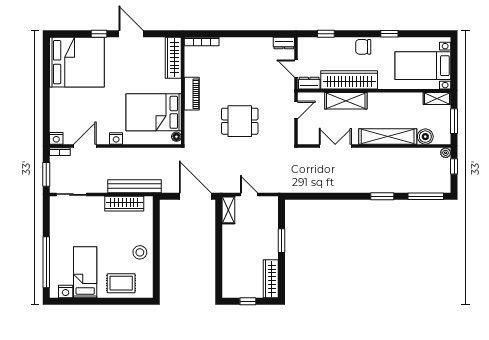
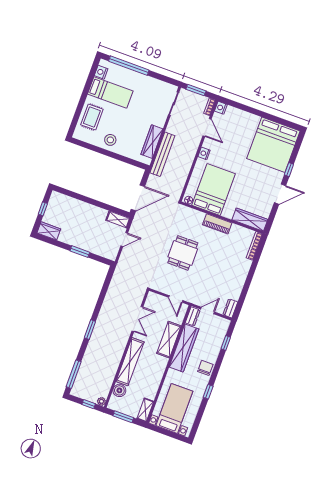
window: (382, 196) -> (90, 330), moved
wardrobe: (271, 279) -> (49, 231), width x0.67

